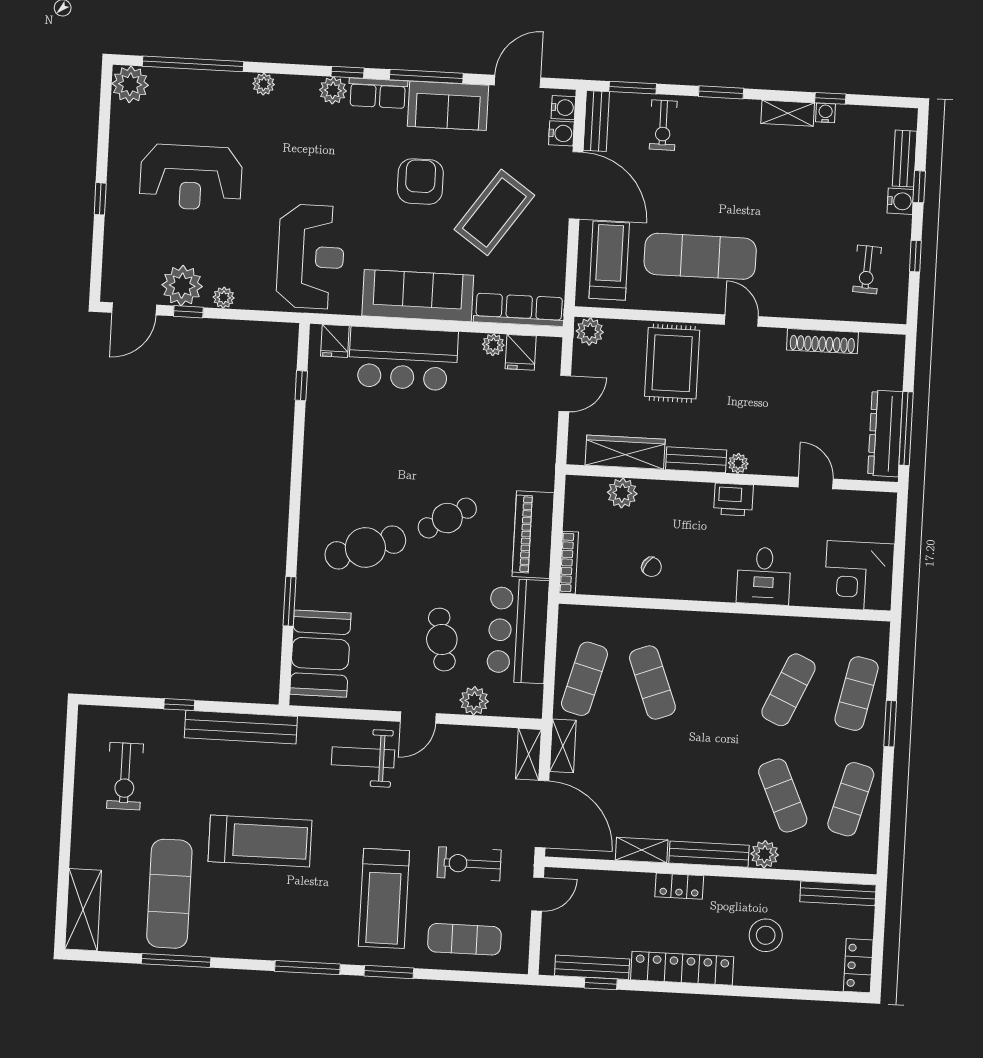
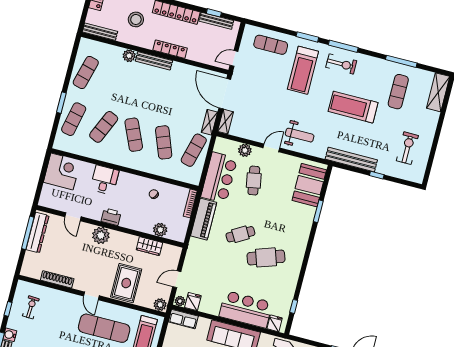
row of seats: (519, 310) -> (183, 319), width x0.68
plant: (493, 345) -> (180, 301), moved
wardrobe: (625, 452) -> (149, 246), width x0.67
bench: (696, 460) -> (124, 238), removed
plant: (738, 463) -> (101, 235), width x1.88, depth x1.88
cafe table: (365, 547) -> (266, 257), moved
exercise mat: (783, 796) -> (134, 135), moved
shelving: (642, 850) -> (184, 69), removed
exercise bike: (469, 864) -> (341, 64), moved
locker: (679, 886) -> (170, 49), width x1.53
exercise mat: (169, 894) -> (398, 92), width x0.73, depth x0.69
treadmill: (384, 898) -> (303, 70), turned 180

